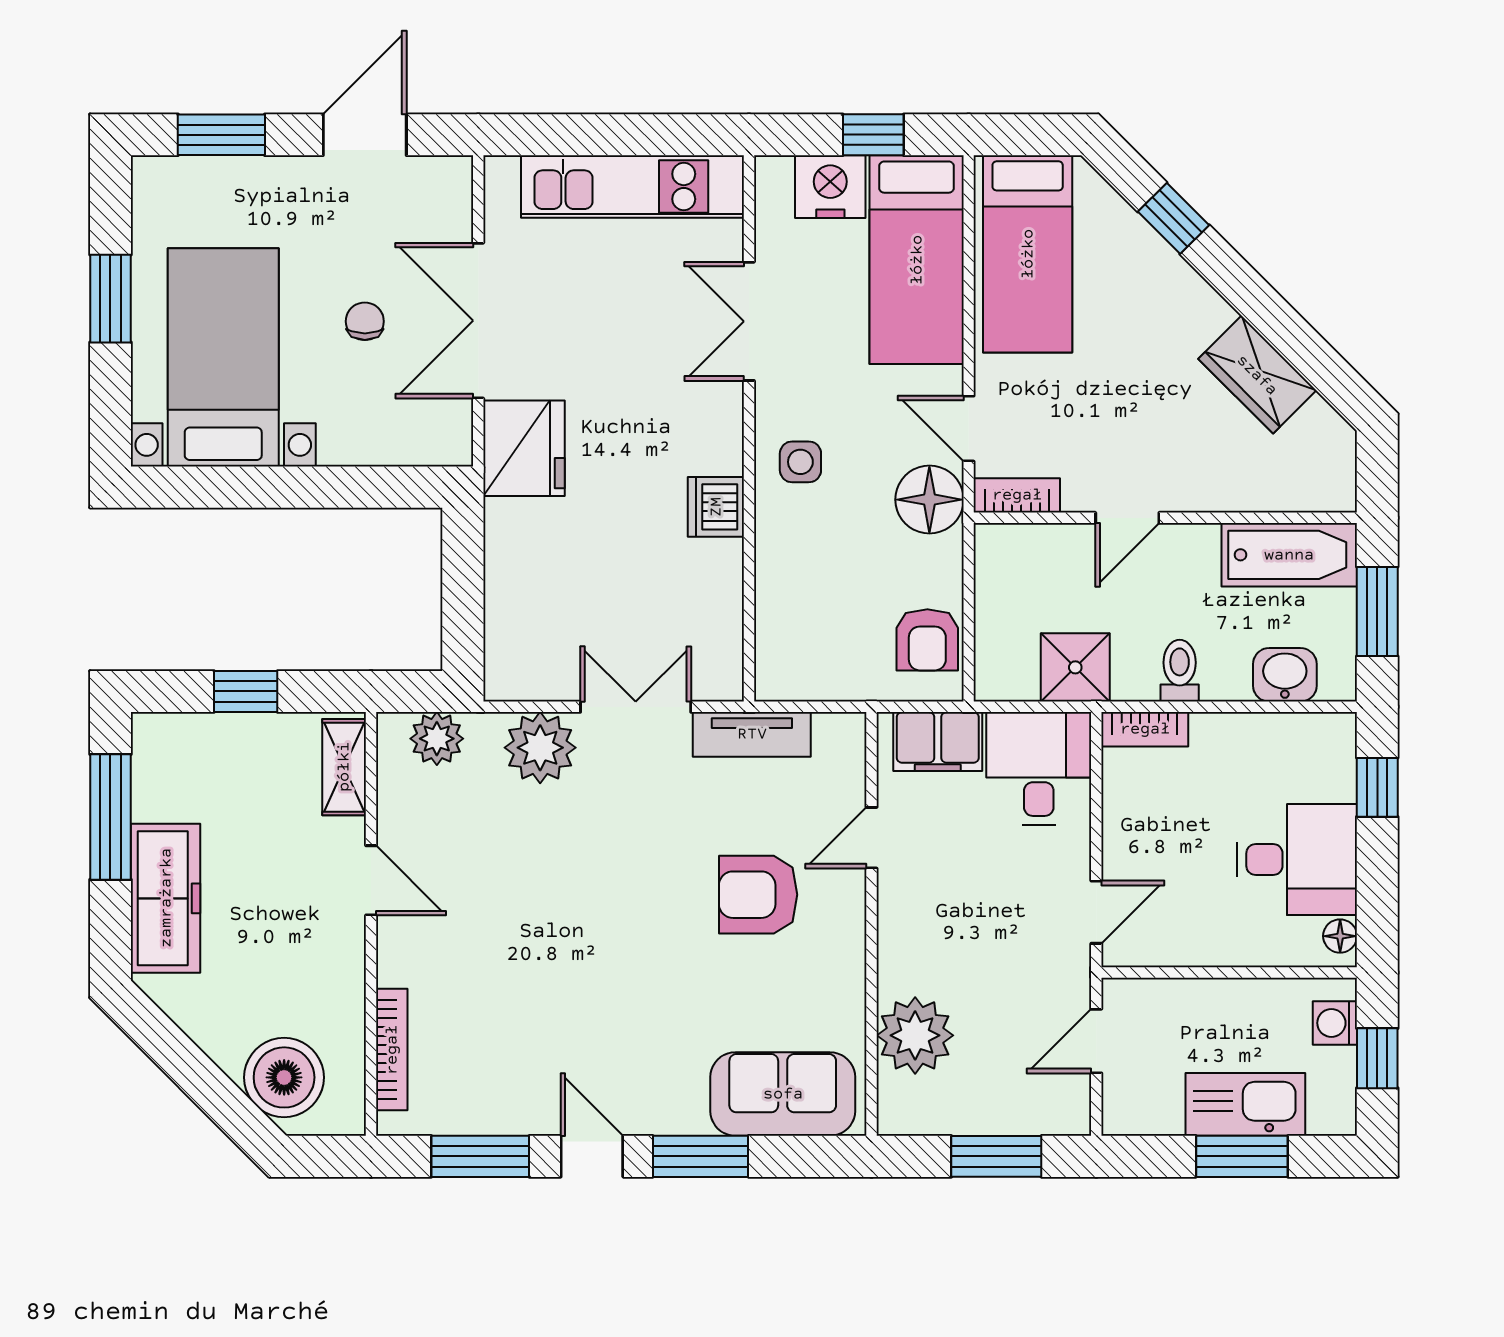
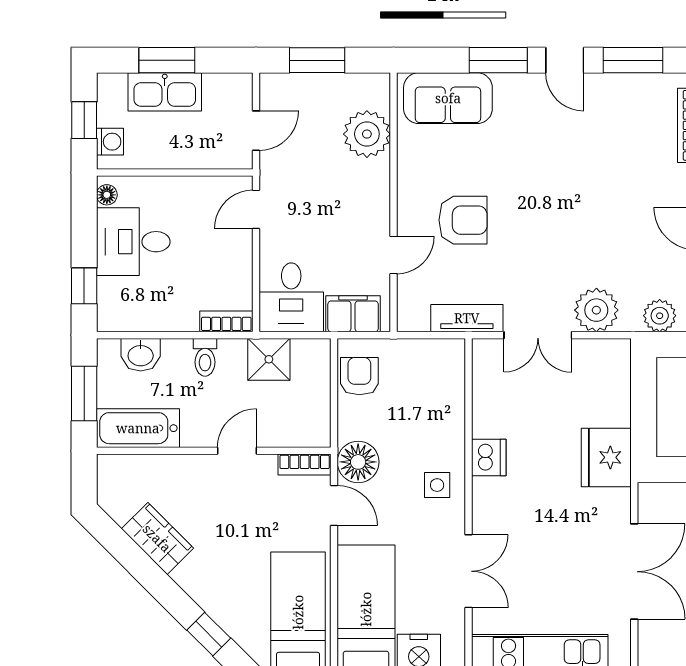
fridge: (524, 448) -> (606, 457), moved

